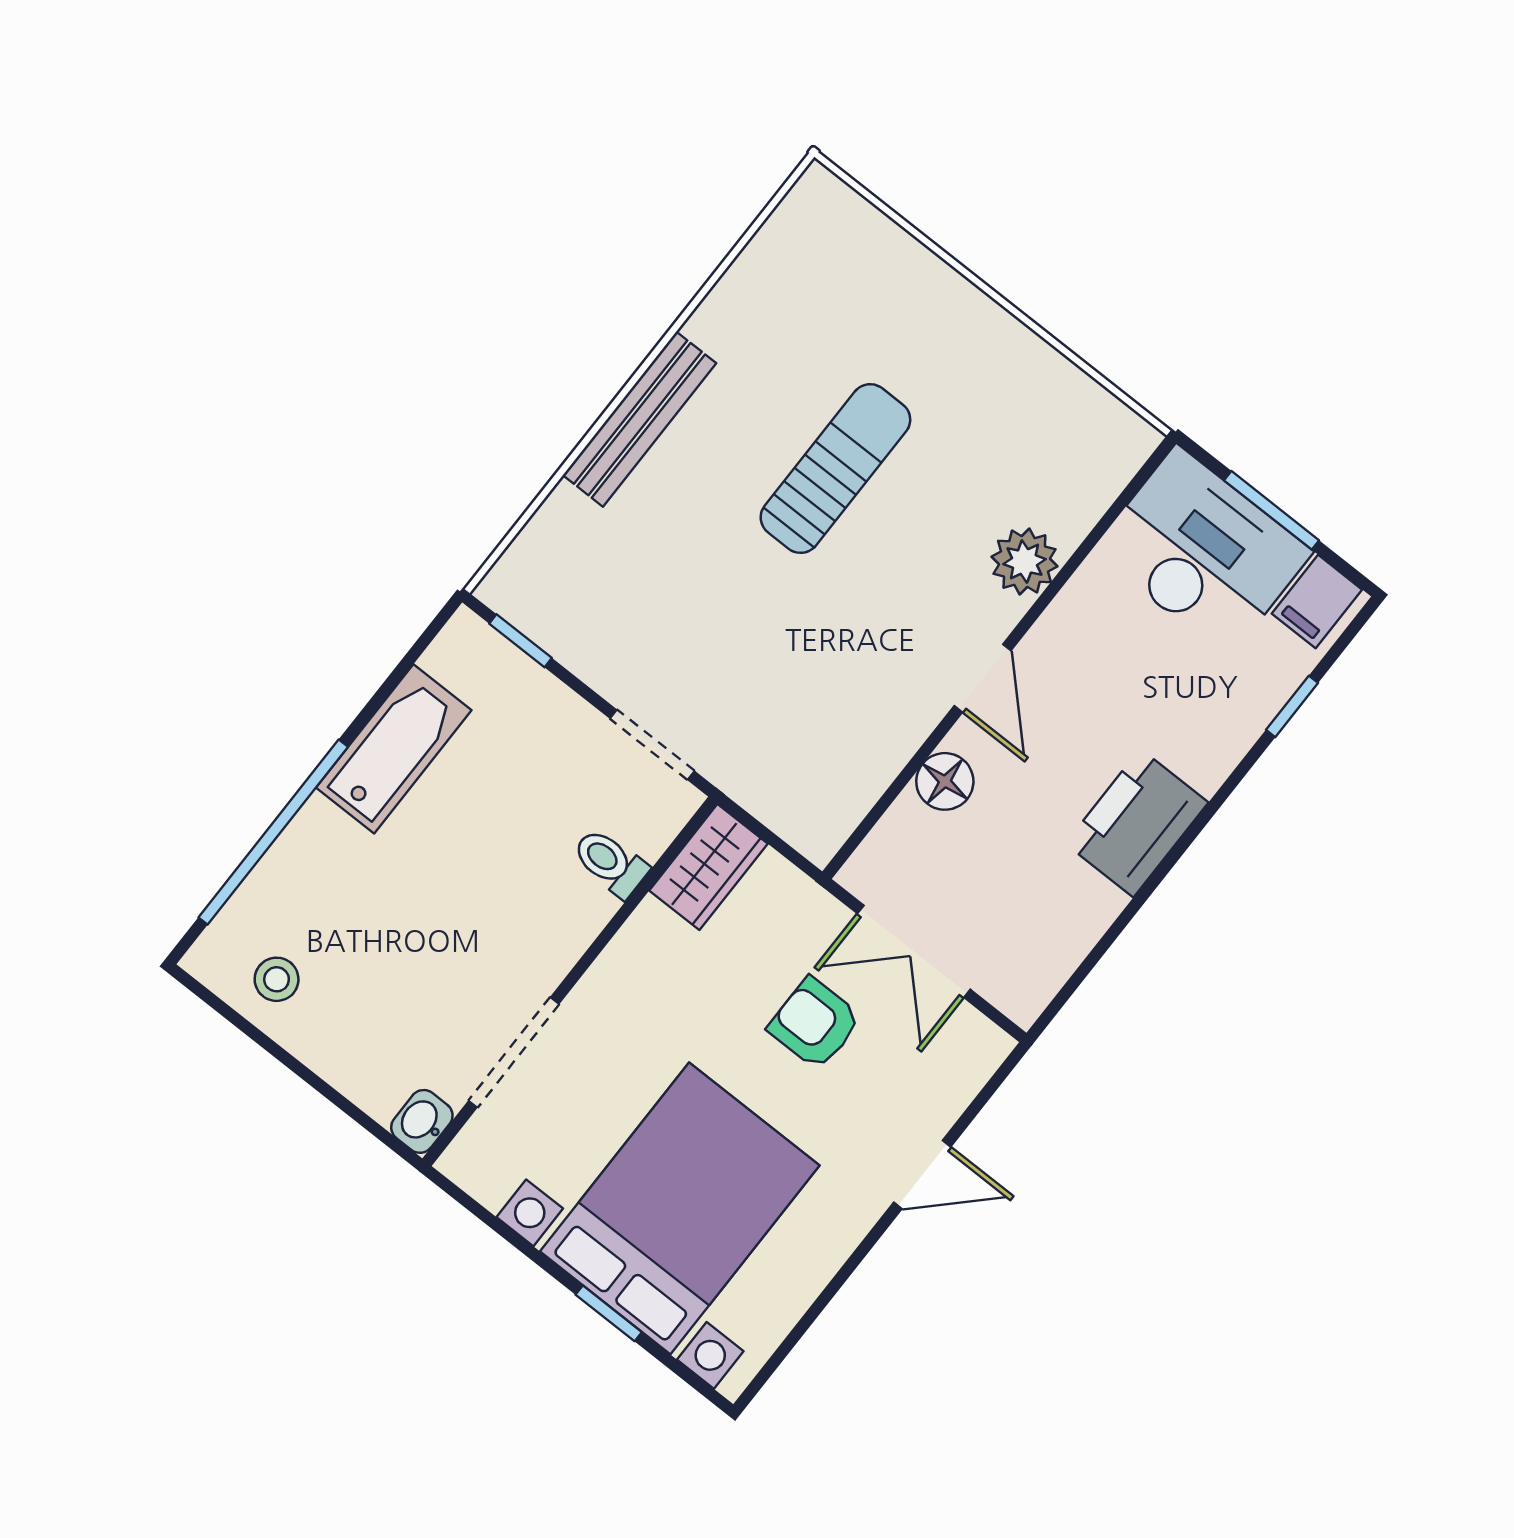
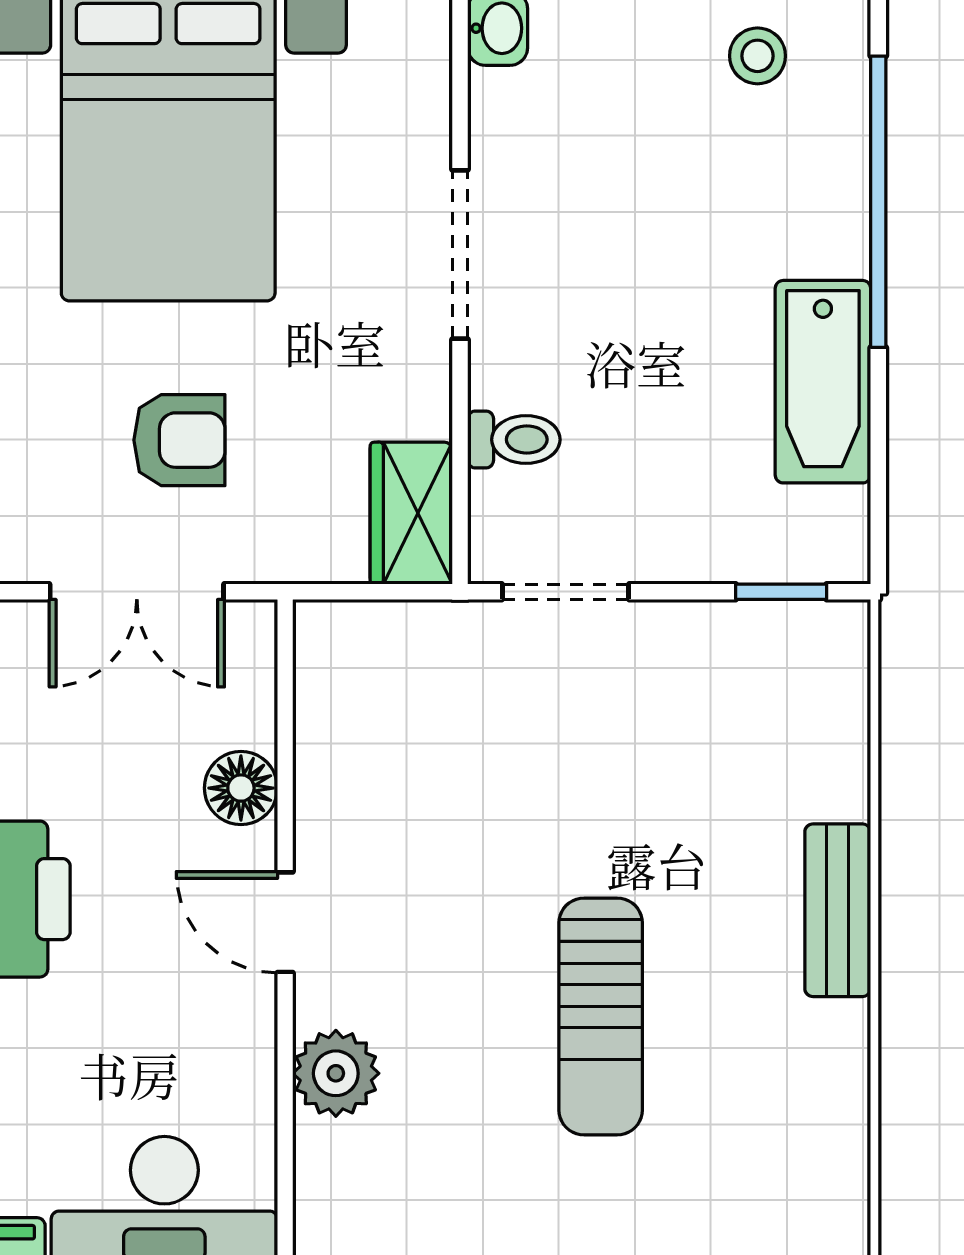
bench: (640, 419) -> (838, 910), width x0.73
double door: (914, 951) -> (137, 592), swing flipped
doorway: (514, 1052) -> (460, 255), moved

